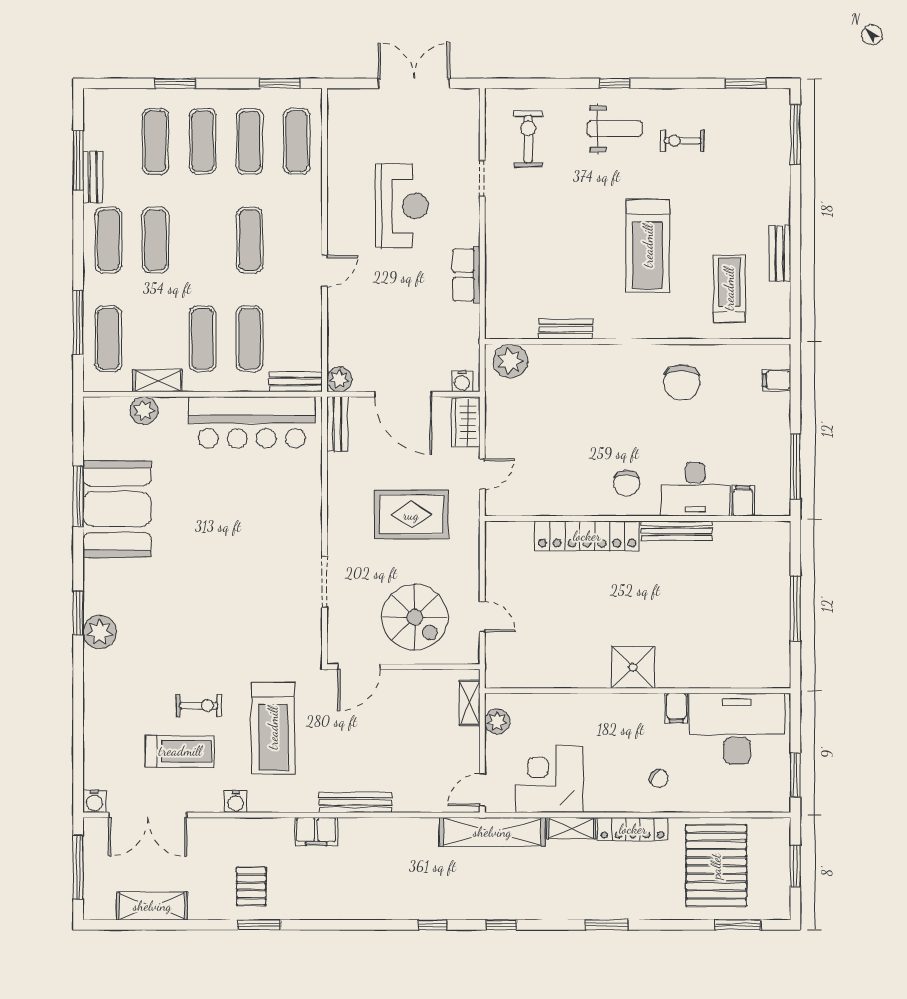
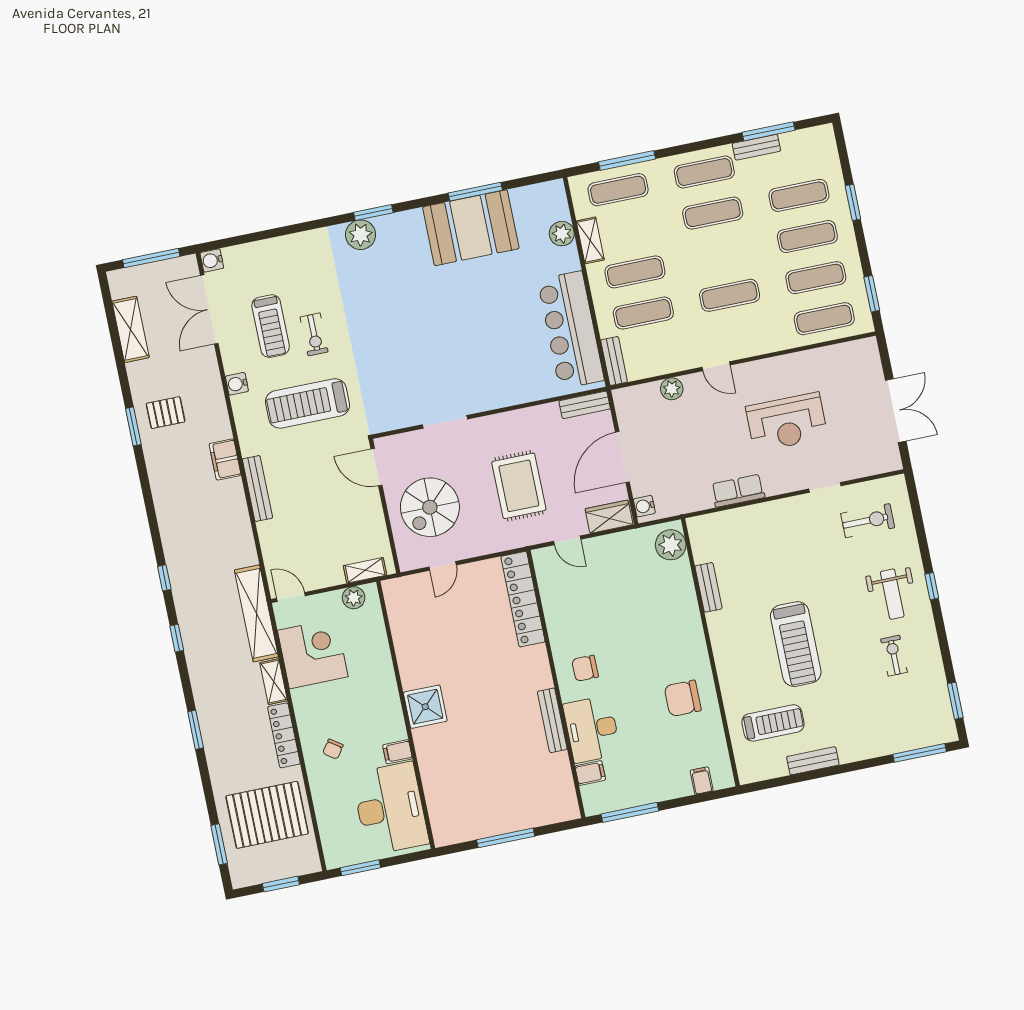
treadmill: (648, 246) -> (796, 644), turned -90
plant: (339, 379) -> (672, 389), moved
locker: (587, 536) -> (523, 599), moved

